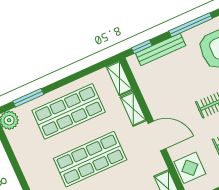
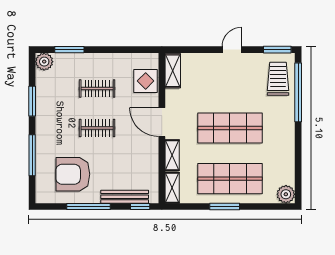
window: (28, 98) -> (225, 207), moved

